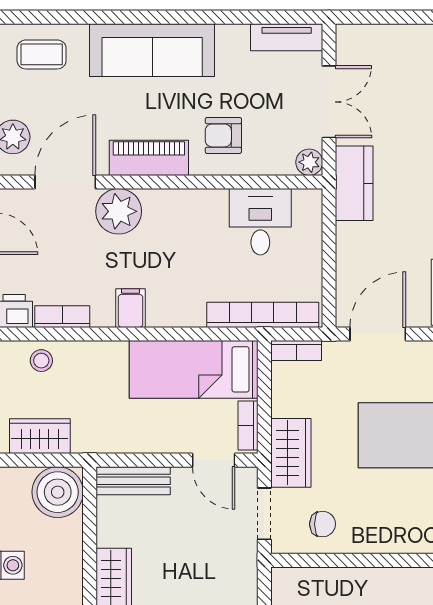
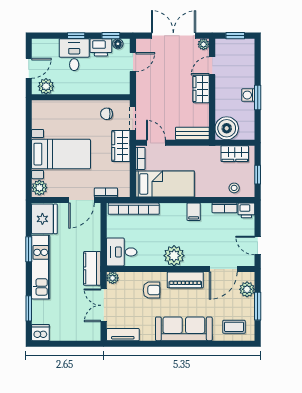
plant: (119, 211) -> (174, 256), moved
desk: (260, 222) -> (122, 252), moved, turned 90
bookcase: (296, 351) -> (106, 192), moved

